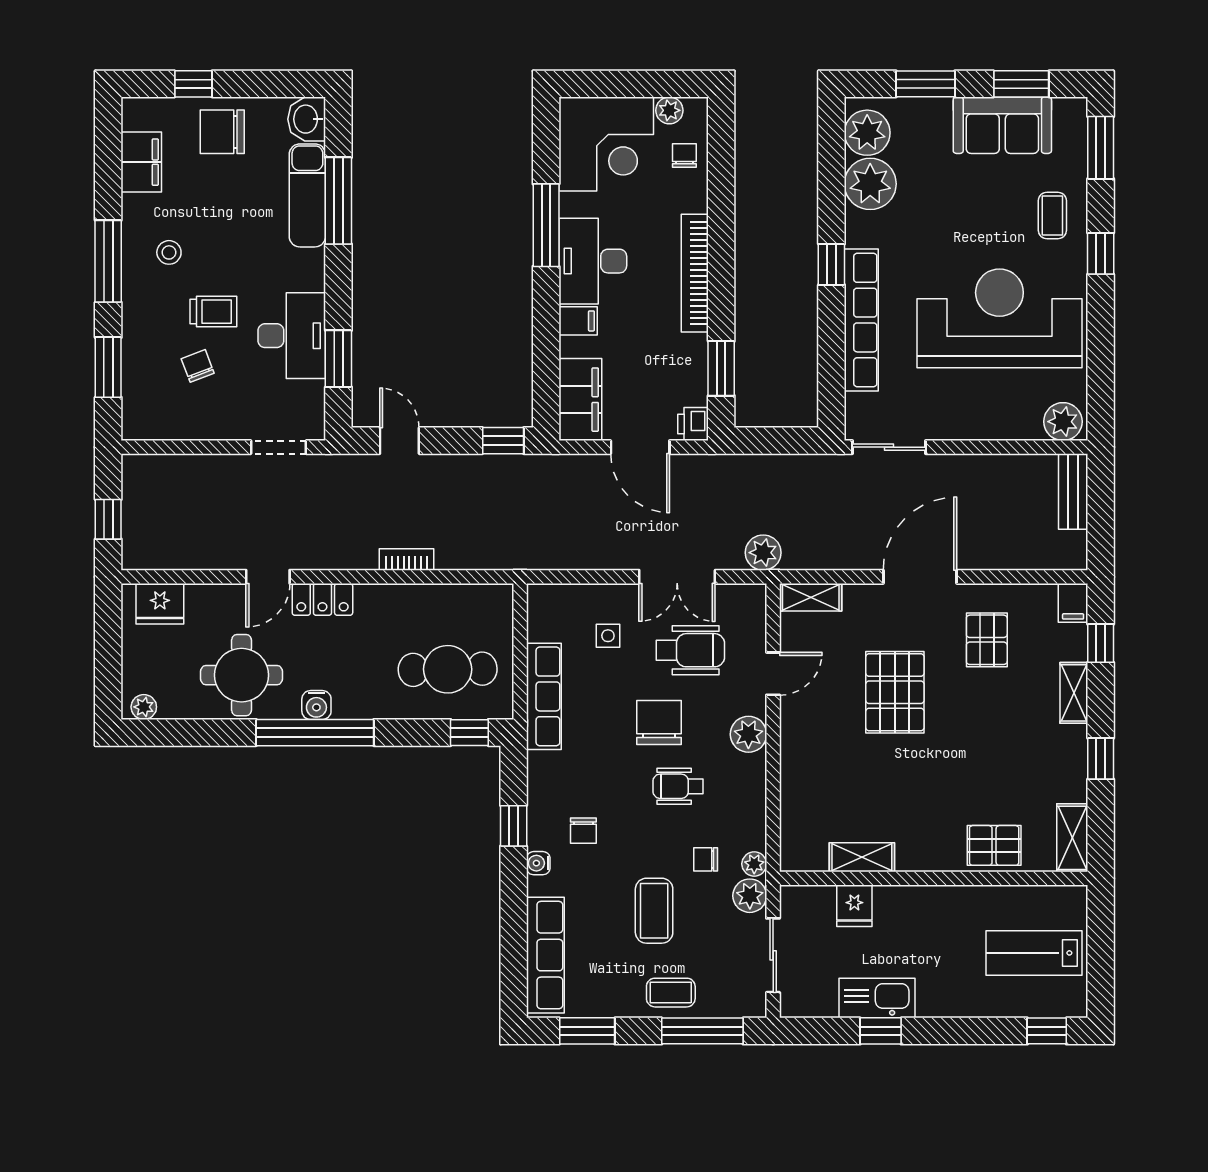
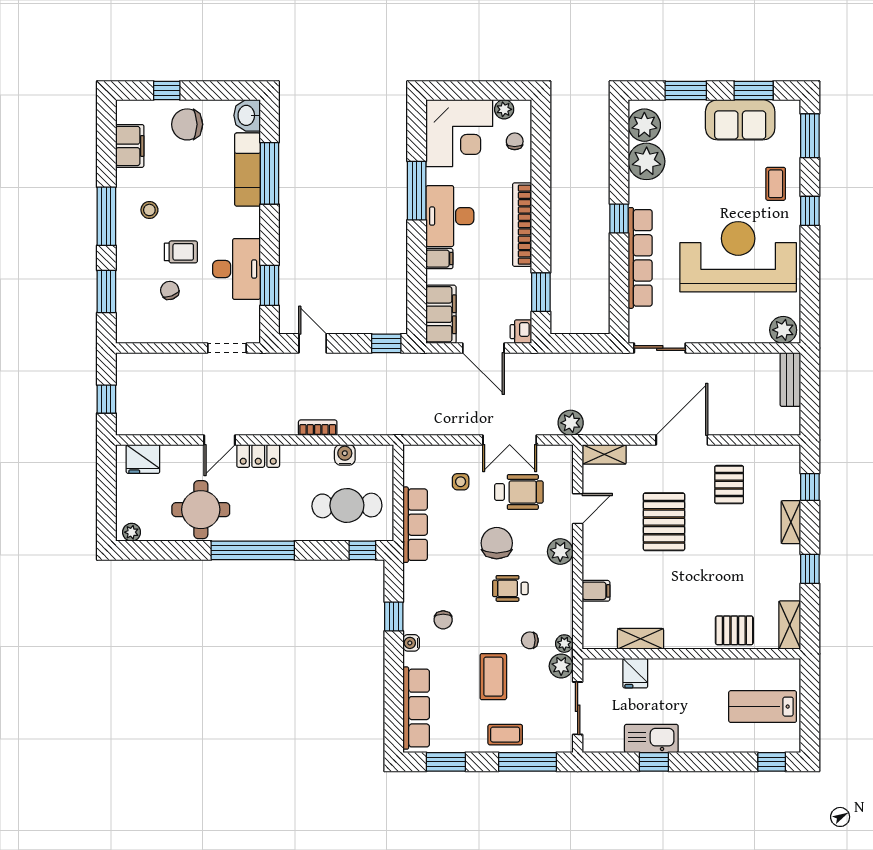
filing cabinet: (1073, 603) -> (596, 591), moved, turned -90
water cooler: (316, 705) -> (345, 455), moved, turned 180

